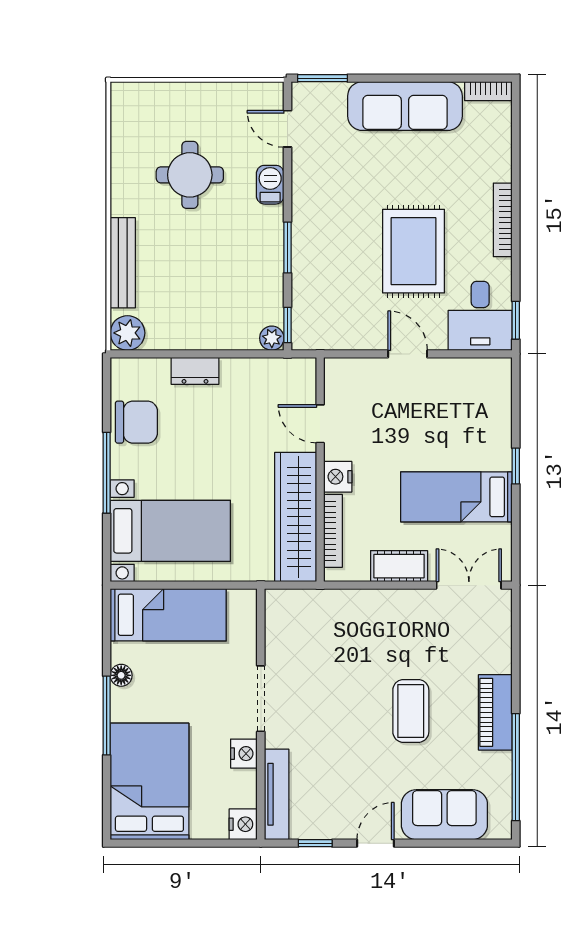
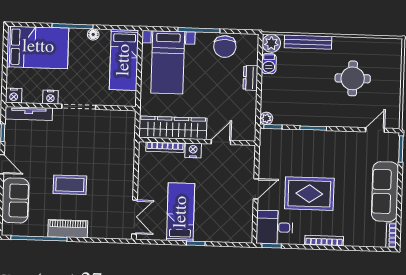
barbecue: (270, 185) -> (269, 64), moved, turned 90
cot: (399, 566) -> (146, 181), removed

